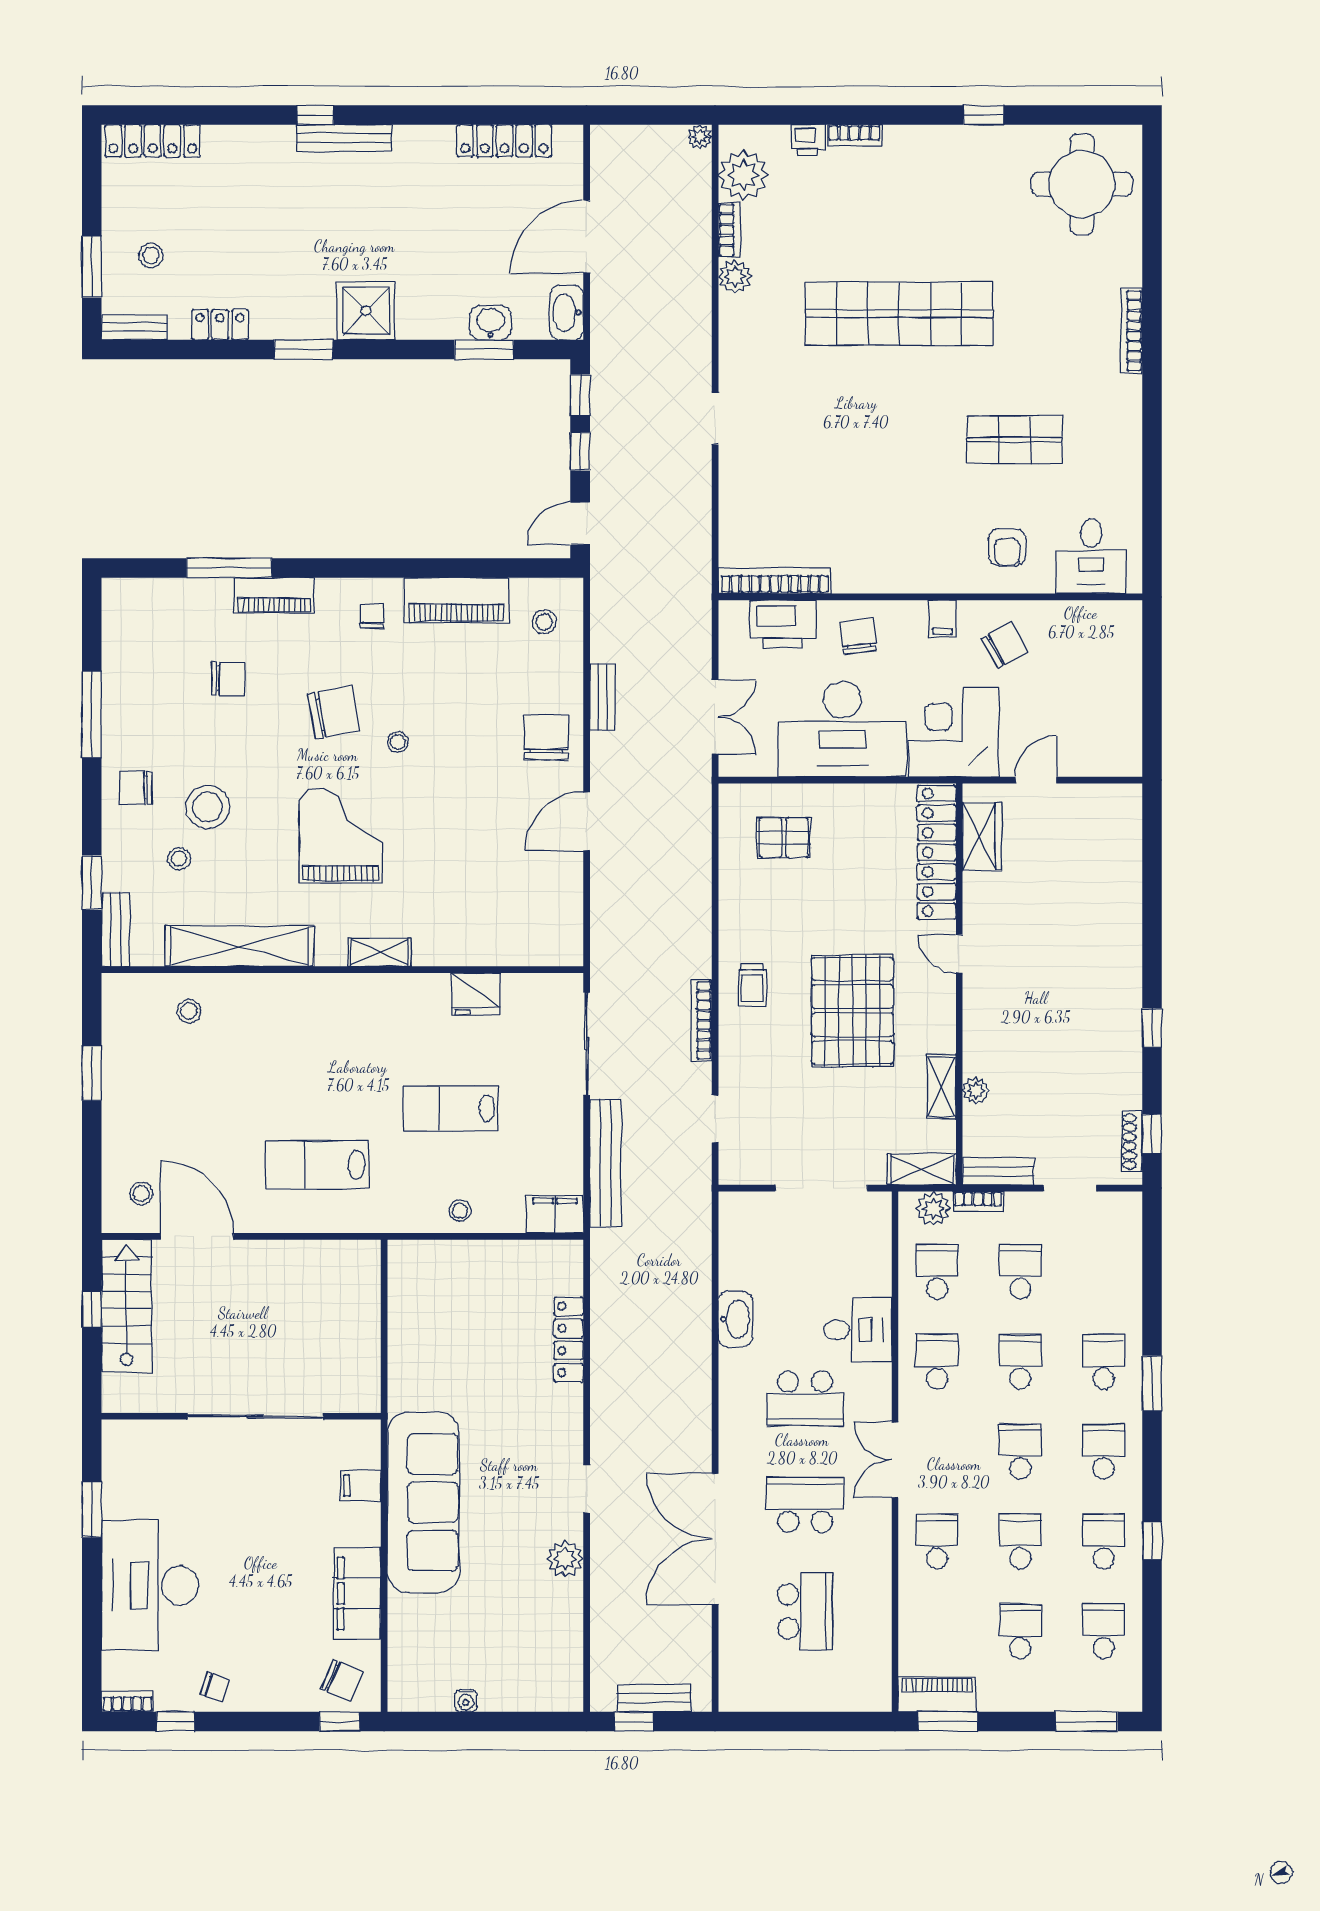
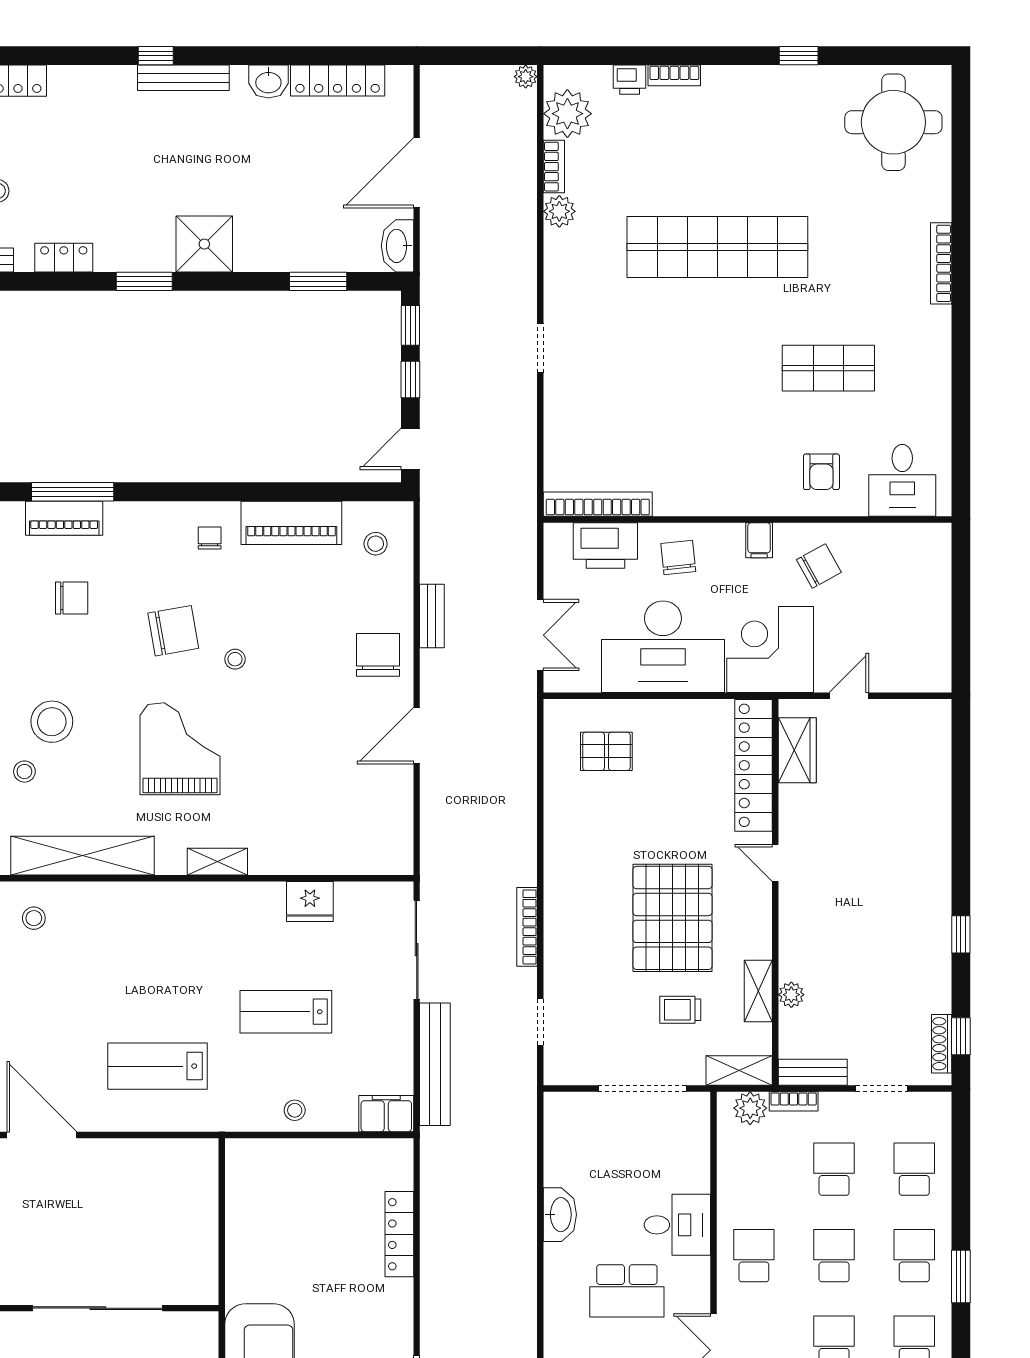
washbasin: (491, 323) -> (268, 82), moved, turned 180
piano: (274, 596) -> (64, 518), moved
trolley: (752, 985) -> (680, 1010), moved, turned 90
school desk: (937, 1272) -> (914, 1169), moved

